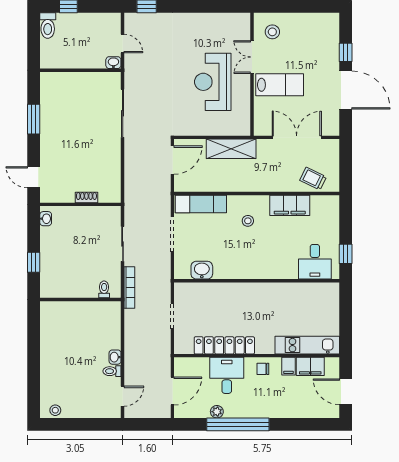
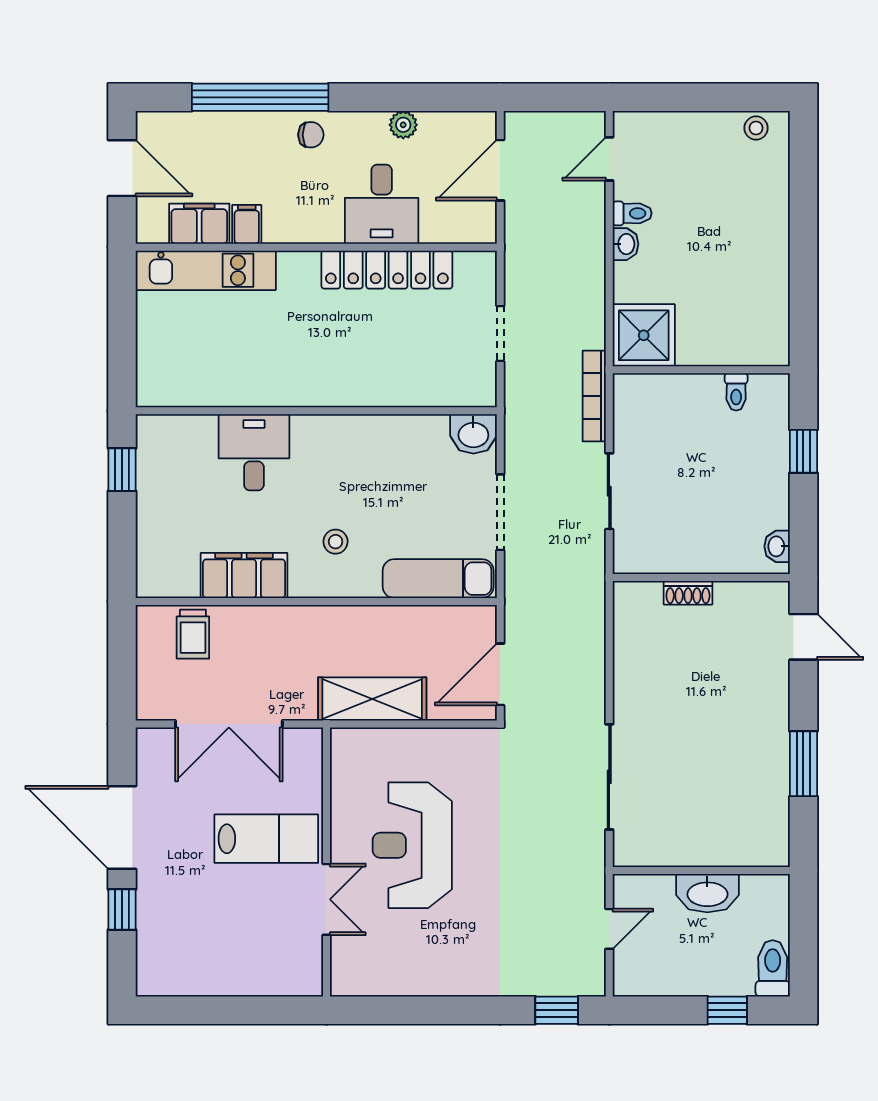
stool: (272, 32) -> (282, 954), removed
door: (123, 44) -> (609, 929), swing flipped
washbasin: (113, 63) -> (707, 893), moved, width x1.91, depth x1.45
reception desk: (213, 82) -> (412, 845), turned 180
lab bench: (280, 85) -> (266, 839), turned 180
trolley: (313, 178) -> (193, 634), turned 64
desk: (315, 262) -> (254, 452), moved
washbasin: (202, 270) -> (473, 434), moved
toilet: (104, 289) -> (736, 392), moved
shower: (107, 315) -> (644, 335), added
chair: (263, 369) -> (311, 135), moved
window: (238, 424) -> (260, 97), moved

